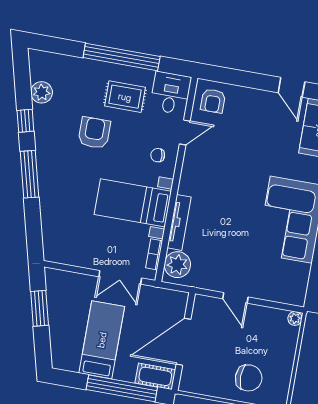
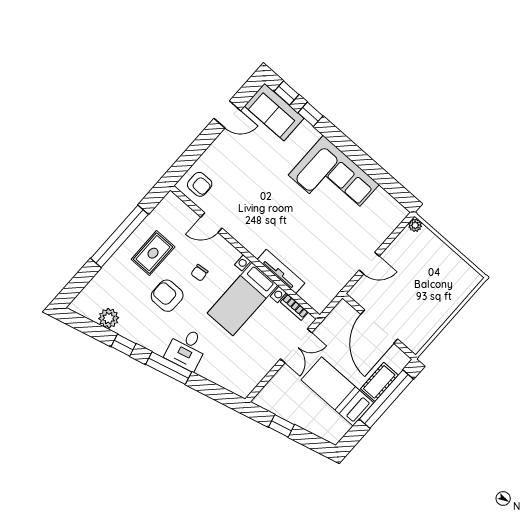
desk: (171, 93) -> (187, 349), moved, turned -104
door: (185, 132) -> (211, 223), swing flipped
chair: (158, 155) -> (199, 273), moved
plant: (177, 265) -> (314, 294), removed
window: (40, 308) -> (282, 426), width x0.67
cot: (155, 376) -> (379, 382), moved
chair: (249, 378) -> (440, 292), removed

